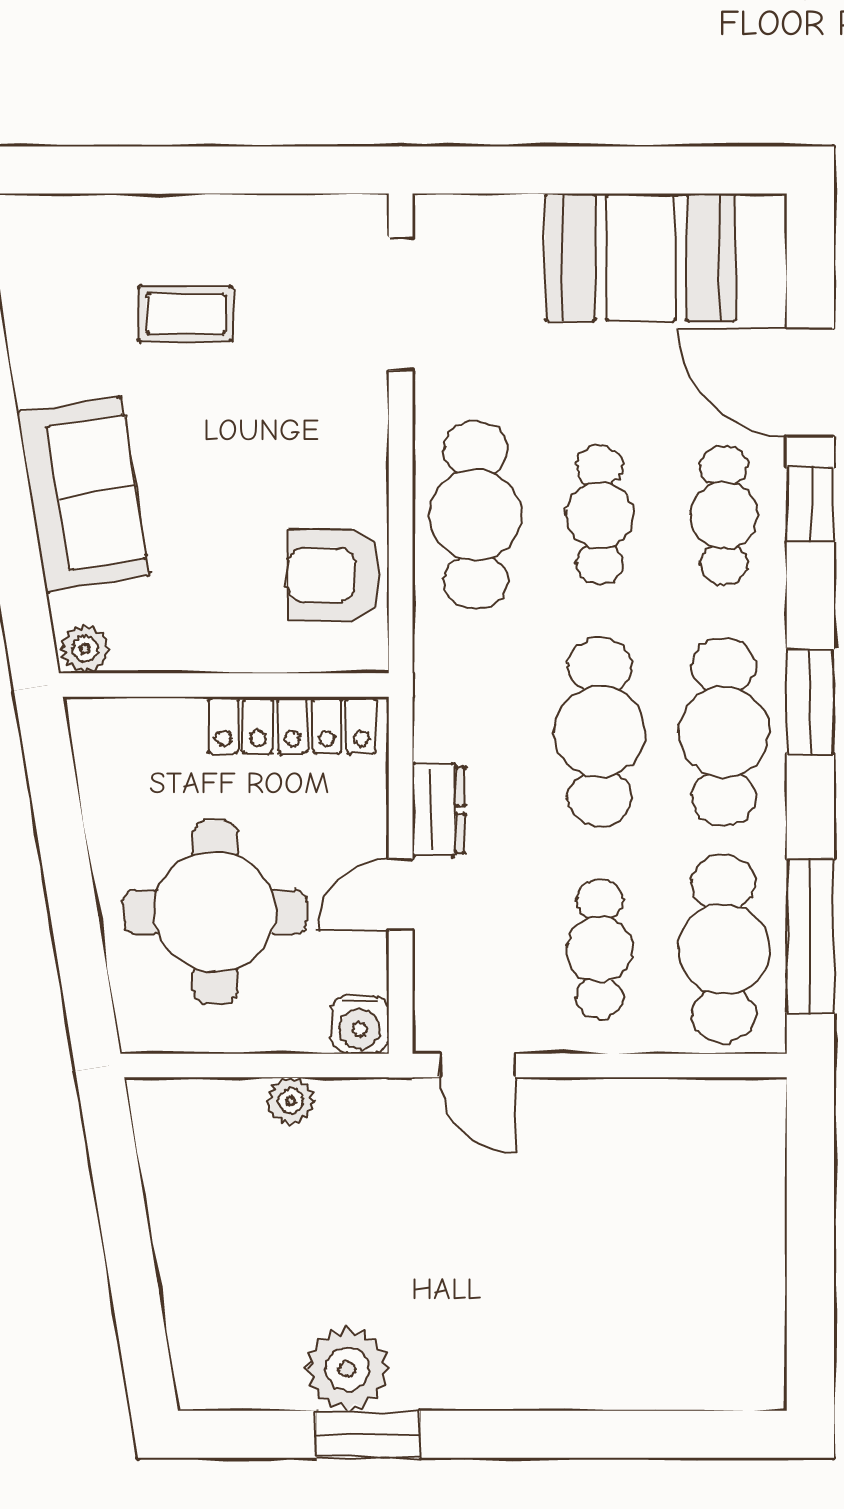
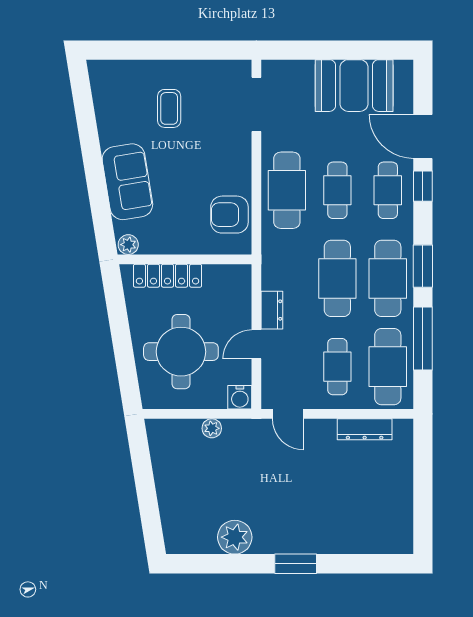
coffee table: (186, 314) -> (169, 108), turned 90
locker: (292, 725) -> (168, 276), moved
window: (810, 936) -> (423, 338), moved
dresser: (667, 1103) -> (365, 429), added
window: (368, 1434) -> (296, 564), moved

